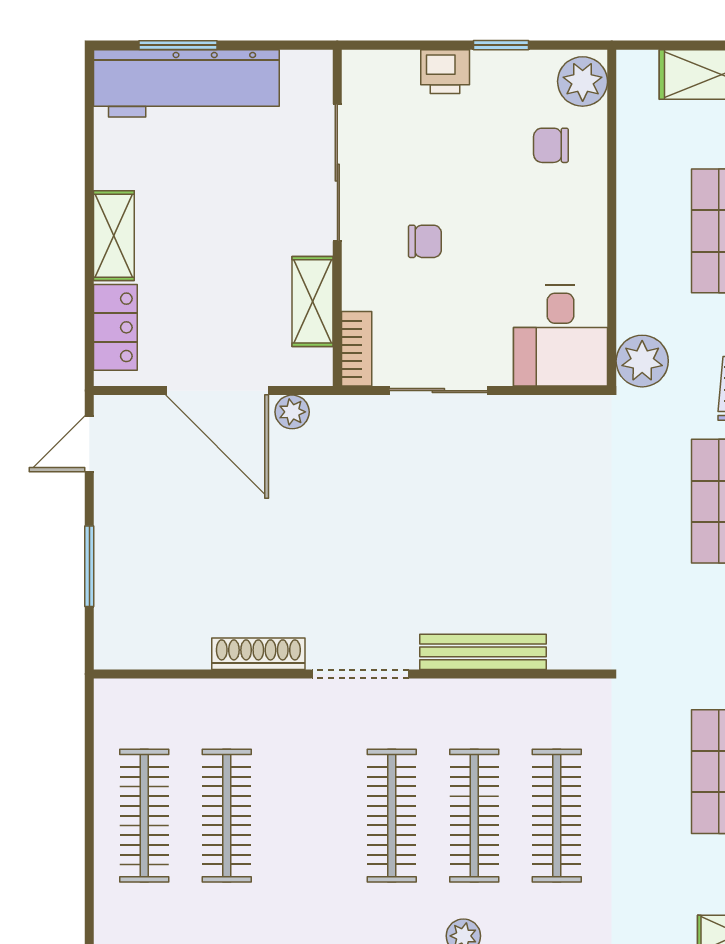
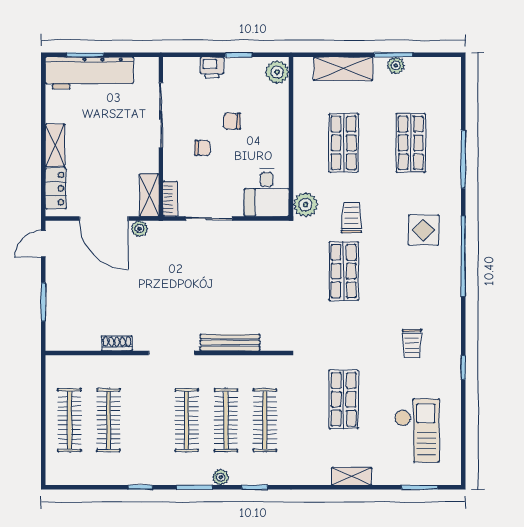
chair: (551, 145) -> (232, 121), moved
shelving: (313, 301) -> (149, 195), moved
shoe rack: (258, 654) -> (117, 343), width x0.70

